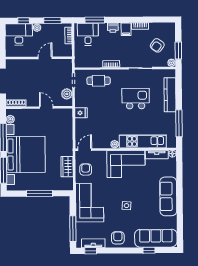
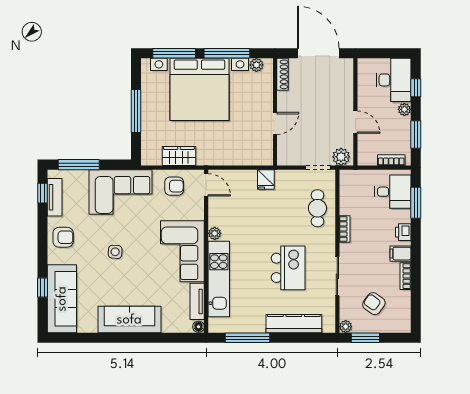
plant: (67, 94) -> (341, 157), moved

